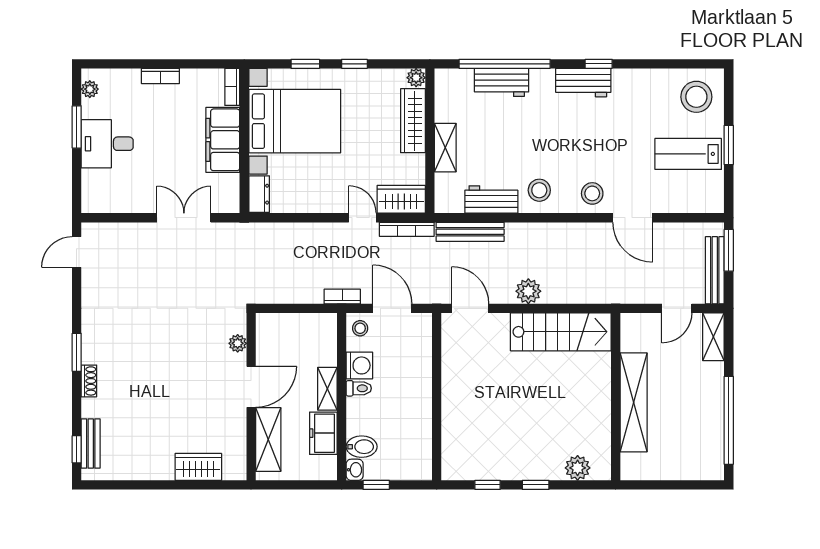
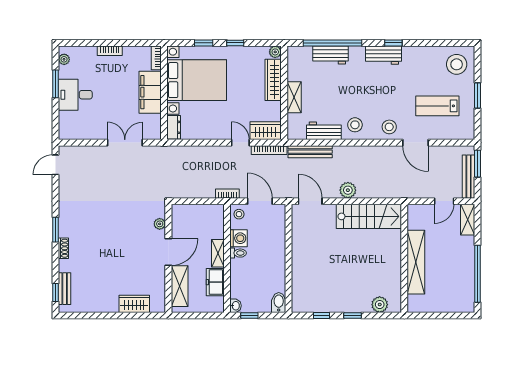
lab bench: (688, 154) -> (437, 106), moved
bidet: (362, 447) -> (279, 303), moved, turned -90

